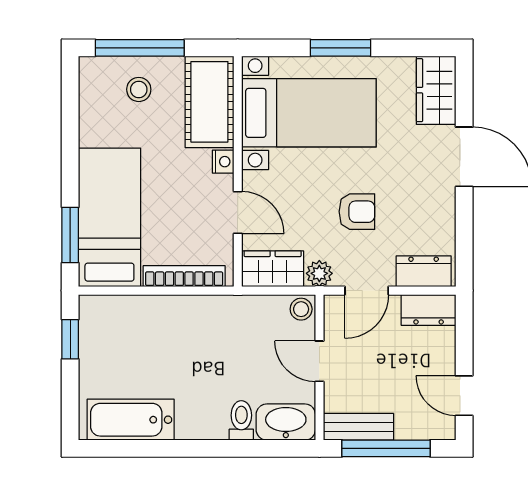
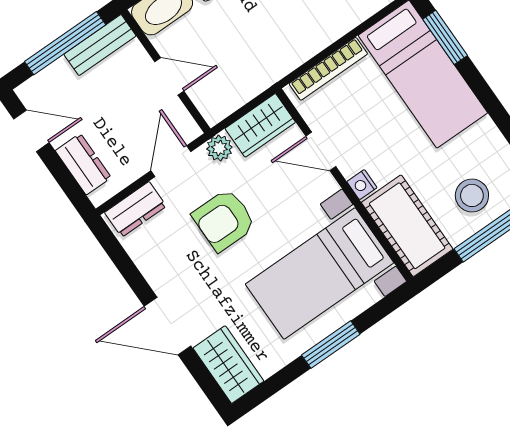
stool: (139, 89) -> (472, 195), width x1.37, depth x1.37
armchair: (357, 212) -> (224, 220), width x1.38, depth x1.38
stool: (301, 309) -> (214, 108), removed
dresser: (429, 310) -> (83, 164), moved, turned 90

